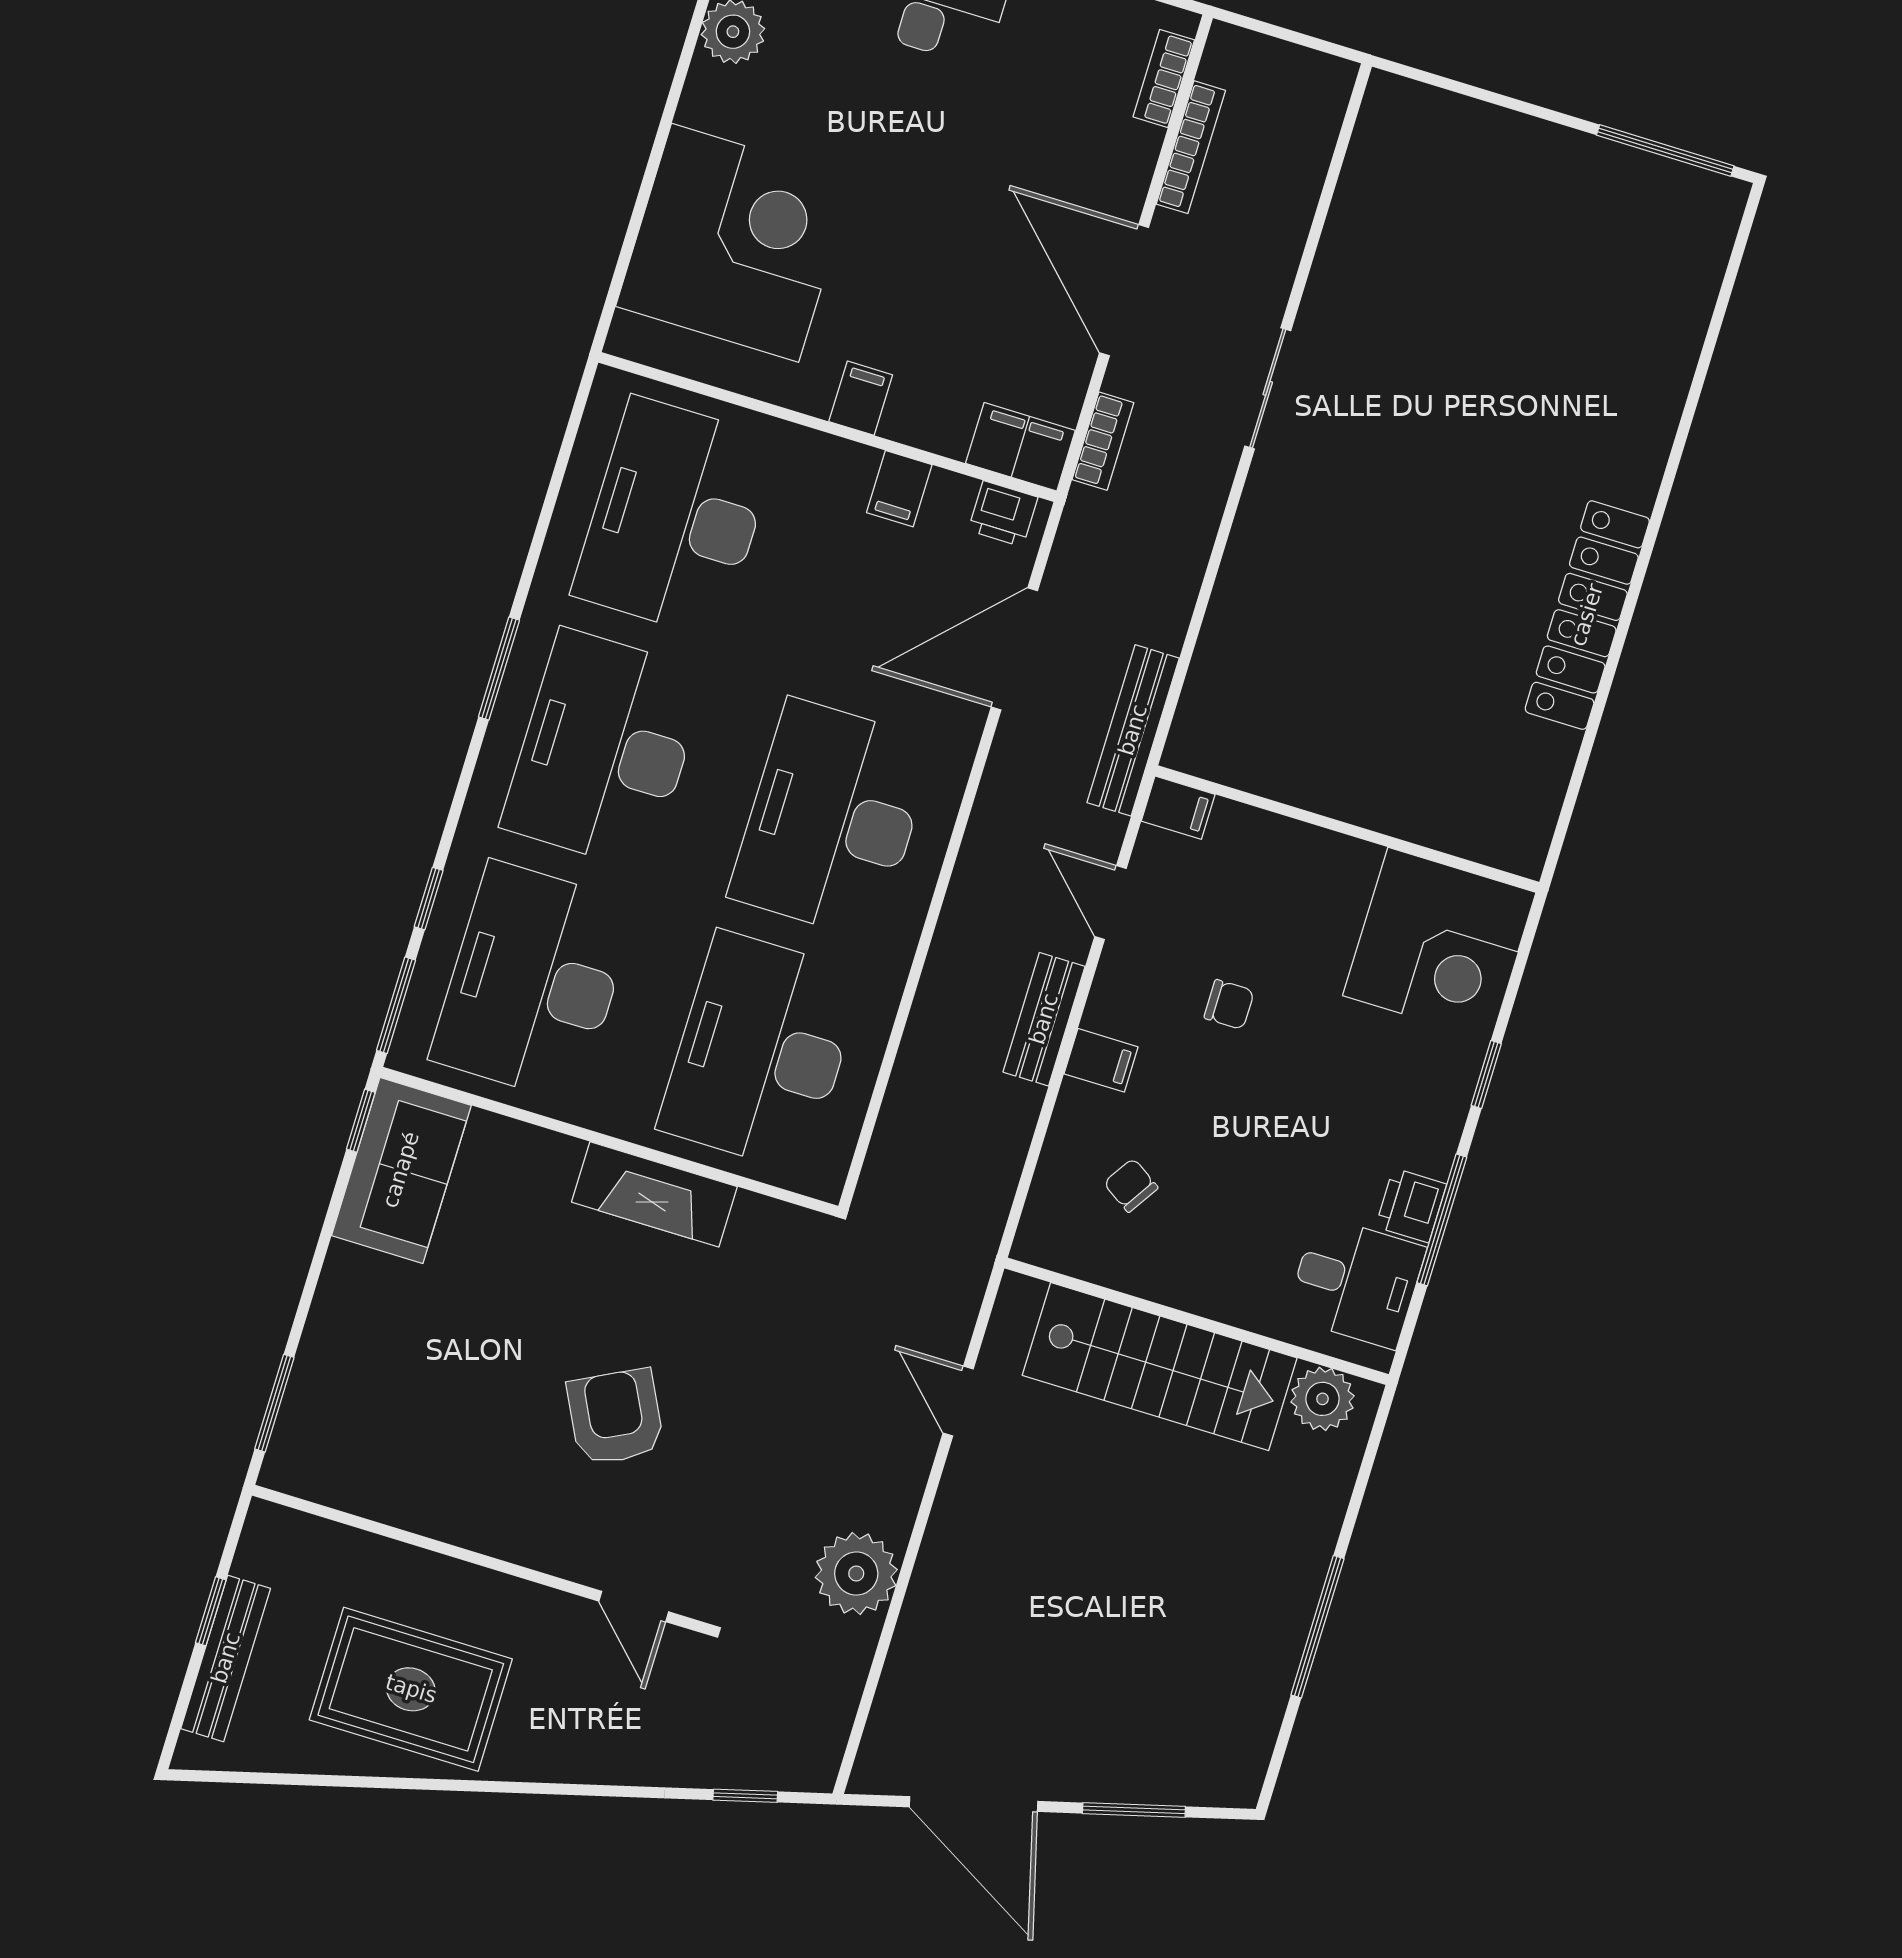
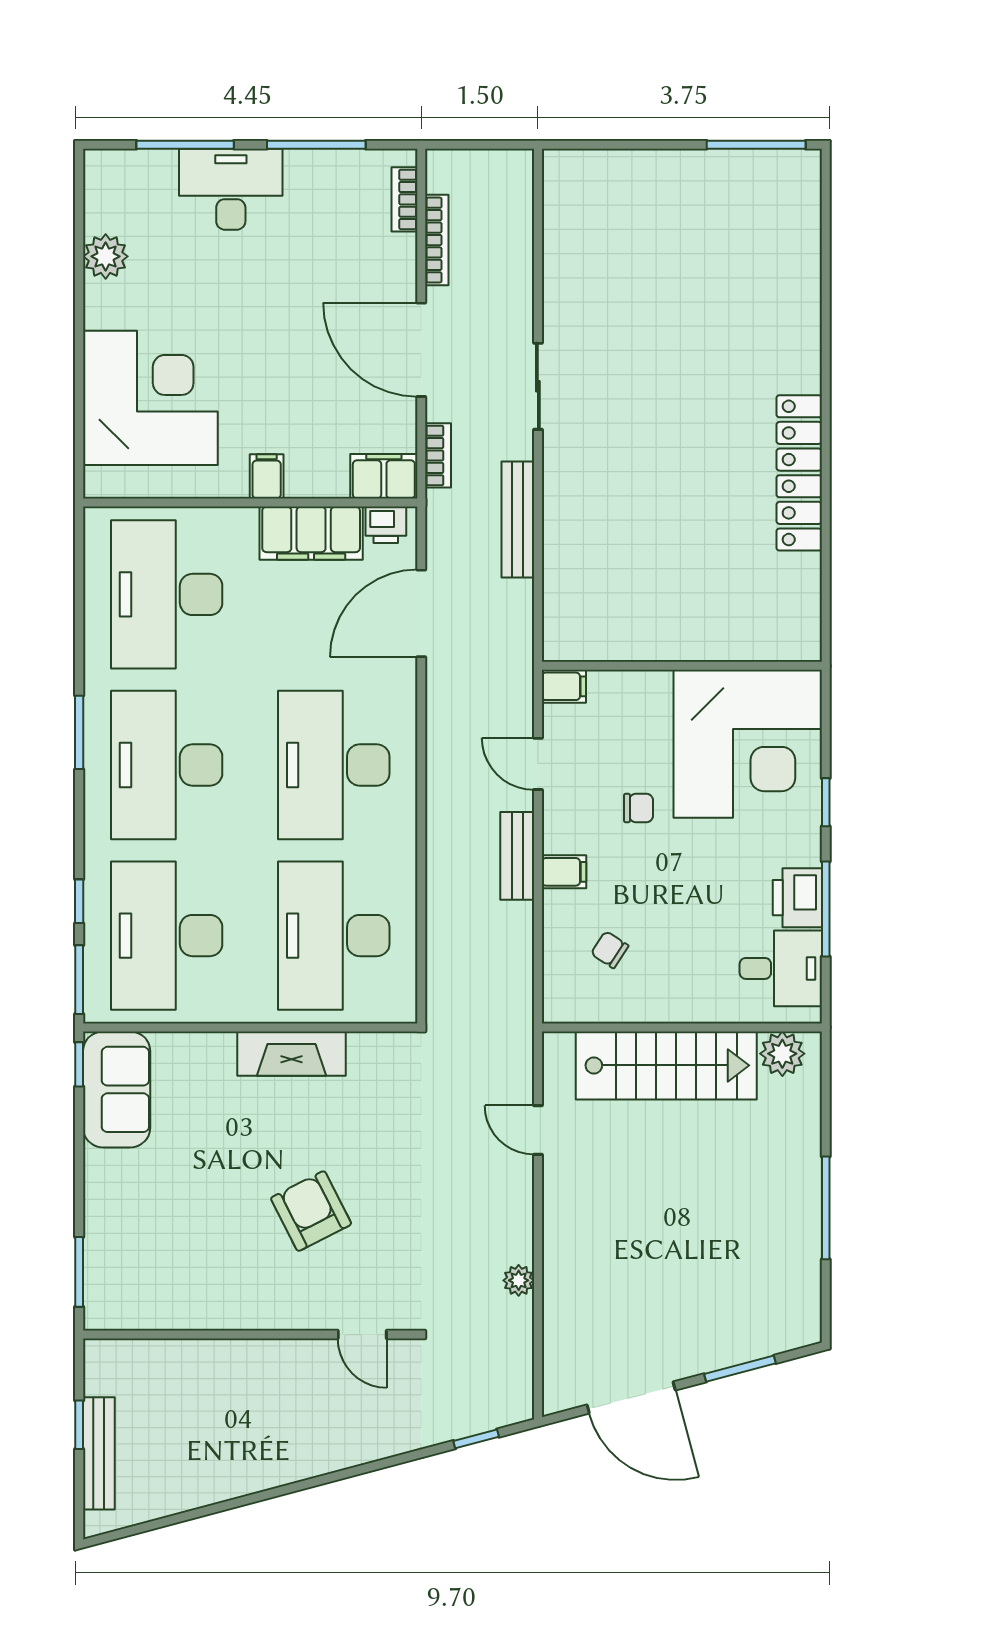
filing cabinet: (899, 489) -> (311, 533), width x3.00, depth x1.17
bench: (1133, 730) -> (518, 520), moved
corner desk: (1439, 944) -> (748, 744), width x1.36, depth x1.36
printer: (1411, 1205) -> (797, 898), width x1.36, depth x1.24
plant: (856, 1574) -> (519, 1280), width x0.53, depth x0.53
rug: (411, 1689) -> (230, 1436), removed

